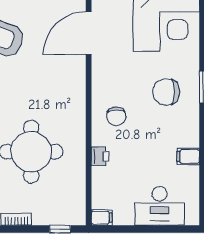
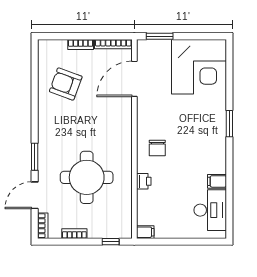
chair: (166, 92) -> (199, 128), removed
desk: (160, 206) -> (210, 210), moved, turned -90

